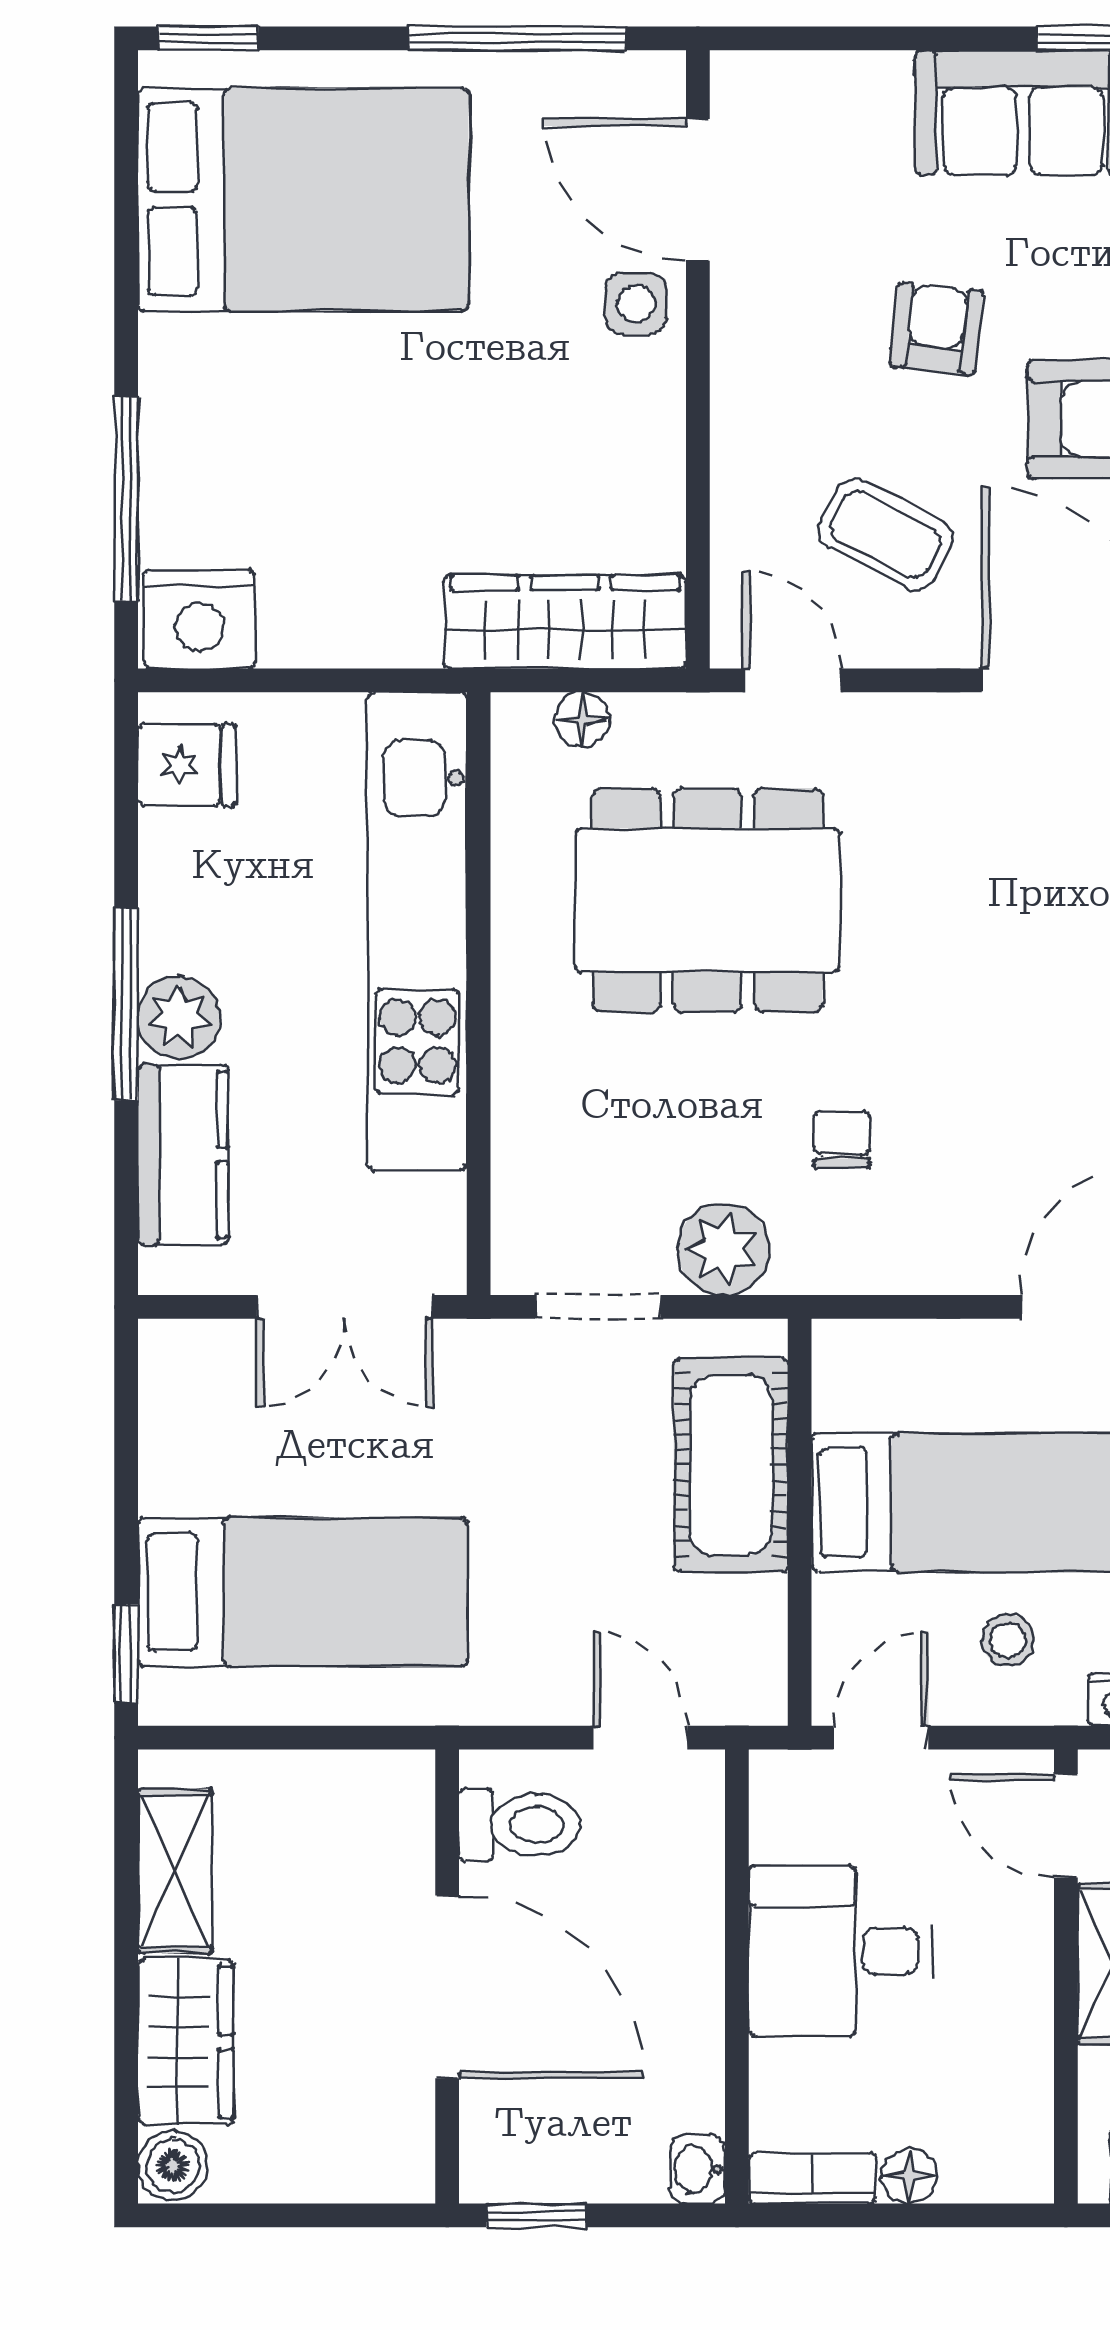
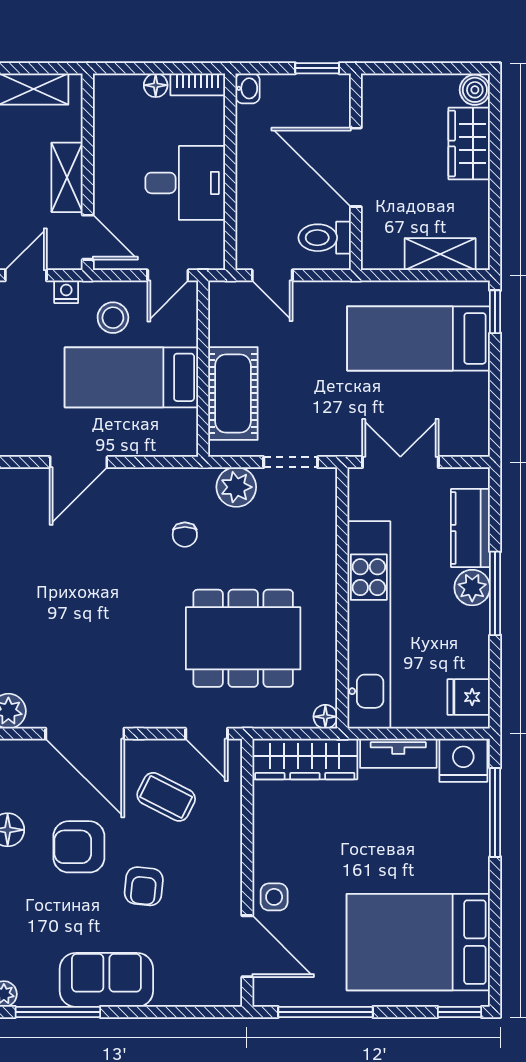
tv unit: (349, 635) -> (398, 753), added
floor lamp: (582, 720) -> (325, 717), moved
stool: (1008, 1640) -> (113, 318), width x1.37, depth x1.37
shelving: (175, 1871) -> (440, 254), moved, turned 90

